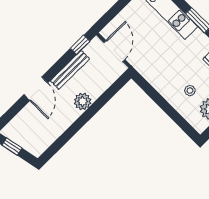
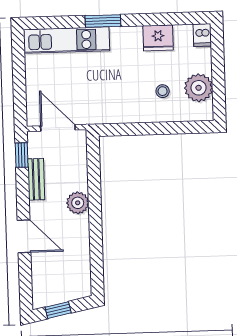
bench: (70, 70) -> (36, 179), width x0.73

